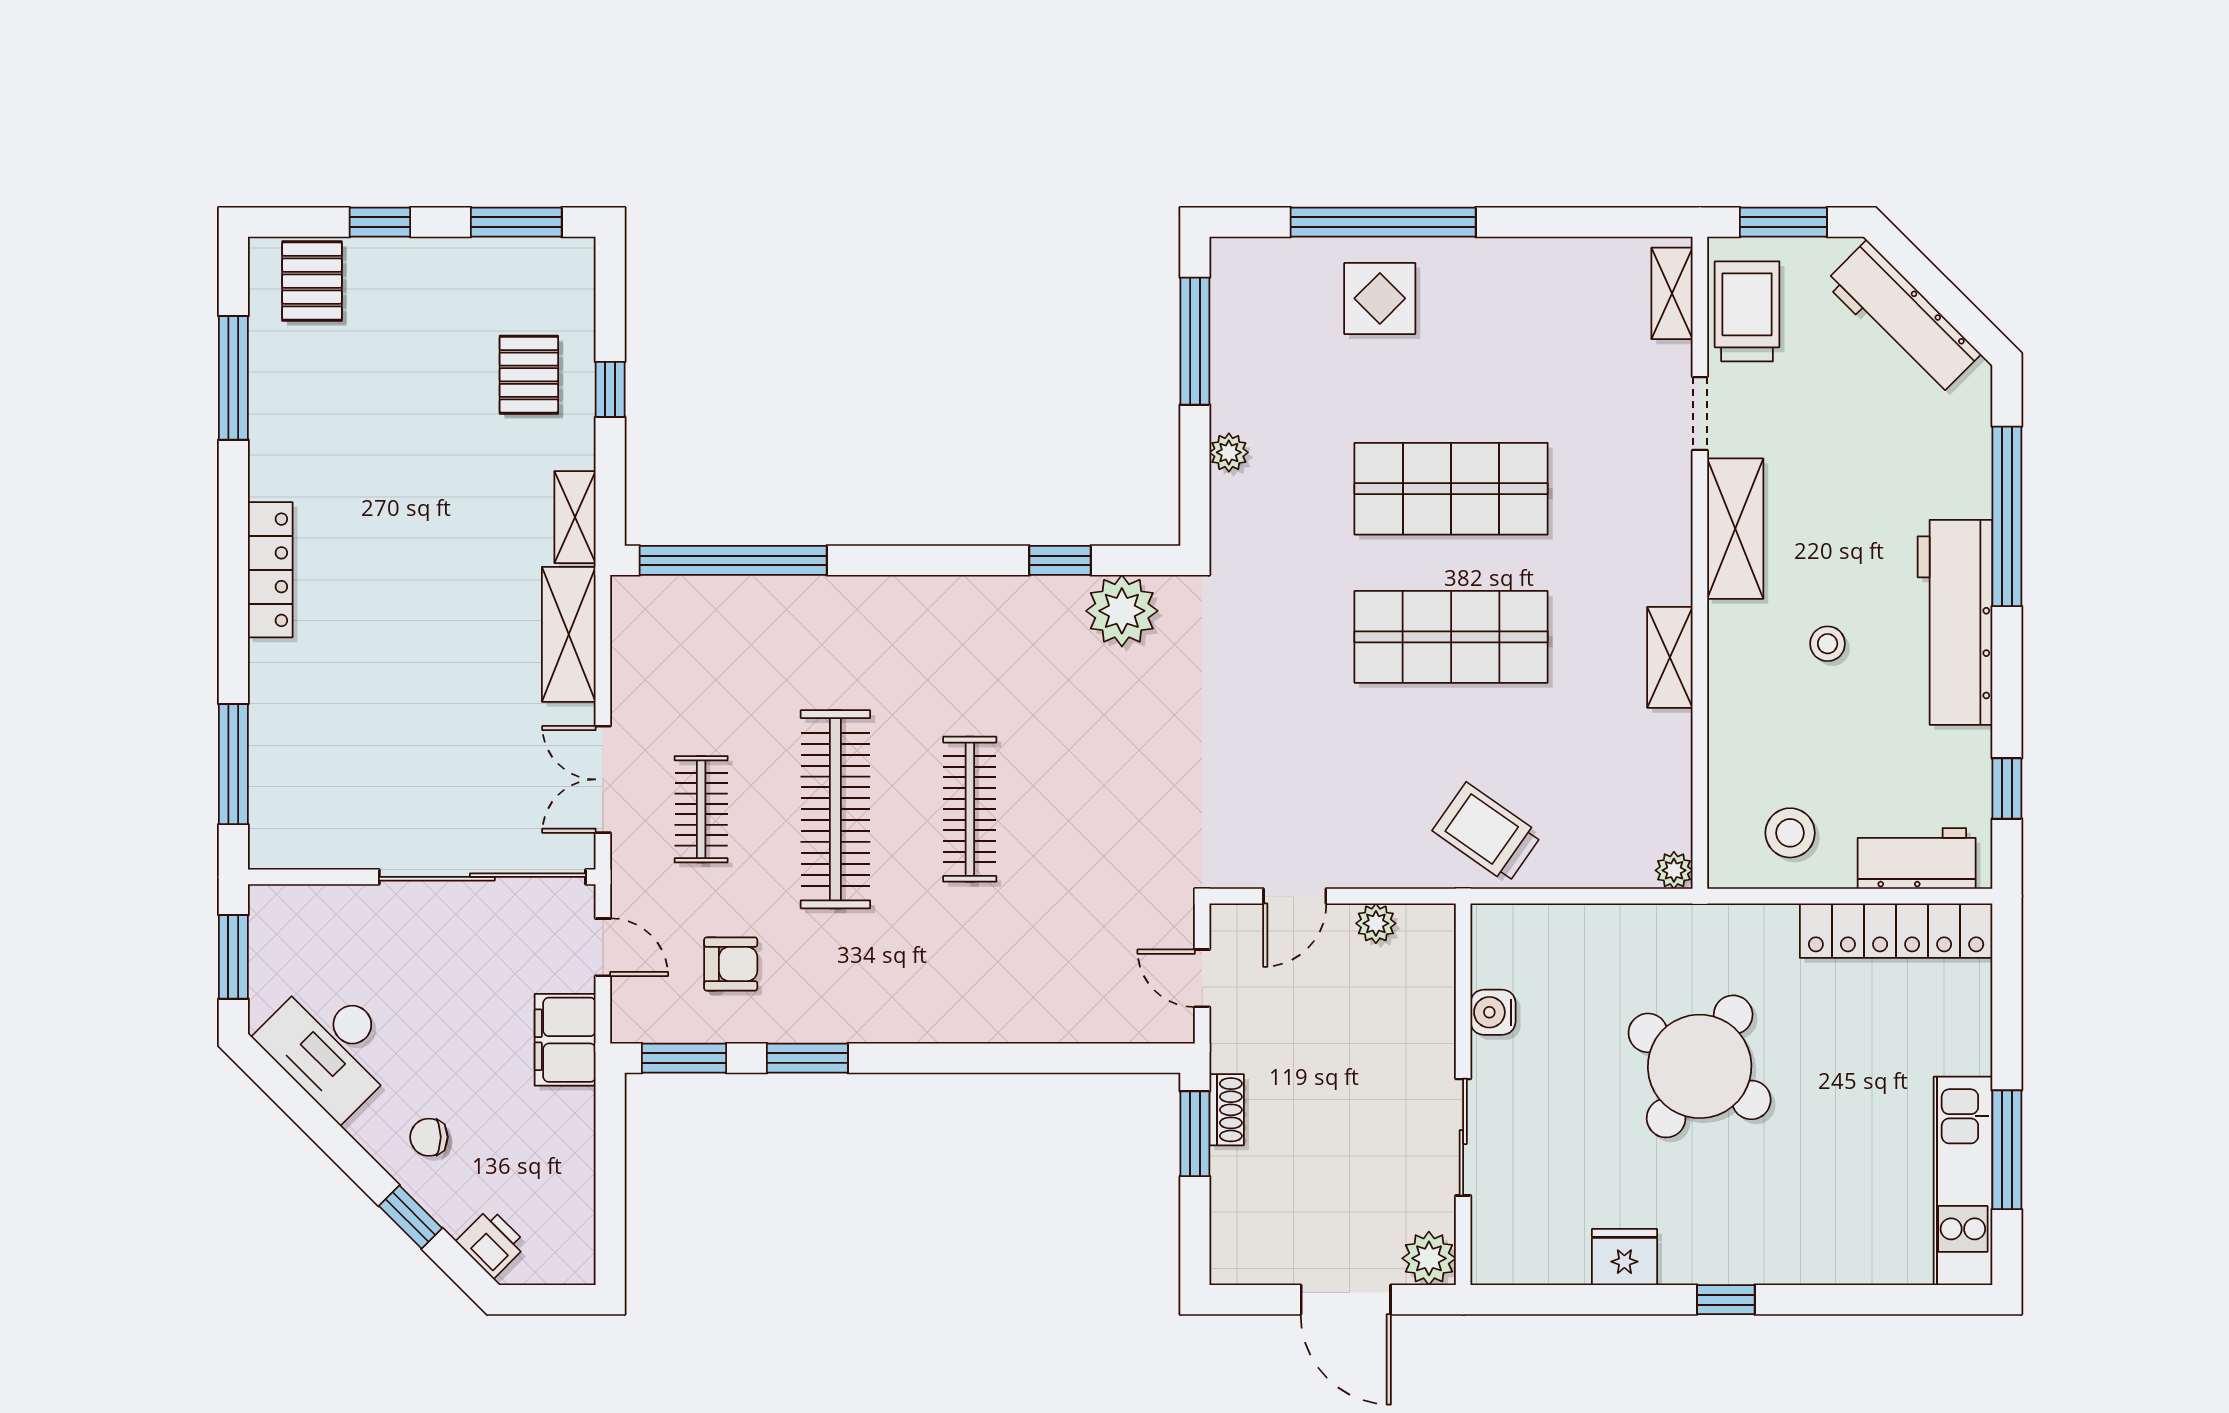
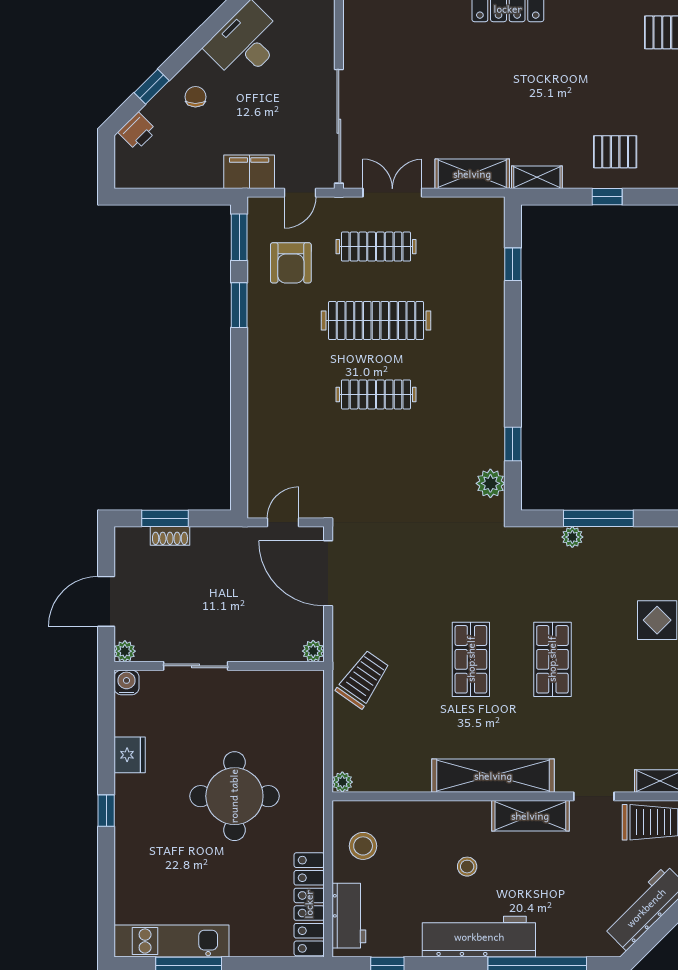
window: (1195, 341) -> (598, 518), moved
shop shelf: (1451, 489) -> (552, 659), width x0.70, depth x0.74
window: (733, 560) -> (513, 264), width x0.32
plant: (1122, 611) -> (490, 483), width x0.73, depth x0.73
shop shelf: (1451, 637) -> (471, 659), width x0.70, depth x0.74
shelving: (1670, 657) -> (493, 776), width x2.20, depth x1.33
clothes rail: (701, 809) -> (376, 247), width x1.36
door: (1295, 896) -> (328, 573), width x1.88
plant: (1376, 923) -> (313, 651), moved
armchair: (731, 964) -> (291, 263), width x1.38, depth x1.38
water cooler: (1493, 1012) -> (126, 682), moved
round table: (1700, 1066) -> (234, 796), turned -33
shoe rack: (1227, 1110) -> (170, 536), moved
window: (1195, 1134) -> (165, 518), moved
plant: (1429, 1258) -> (125, 651), width x0.73, depth x0.73

